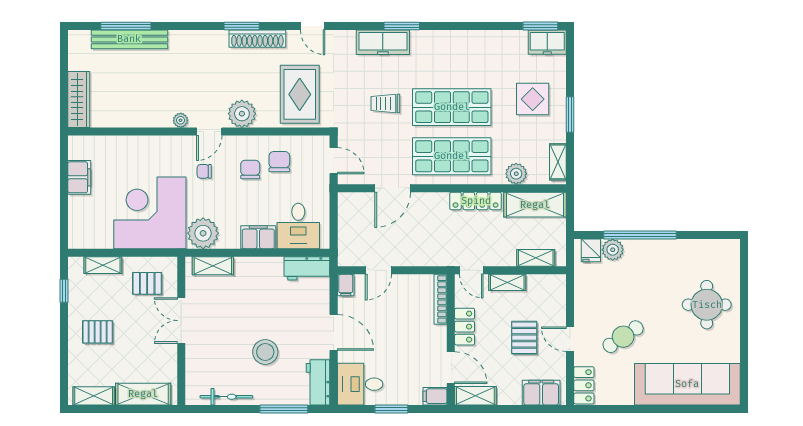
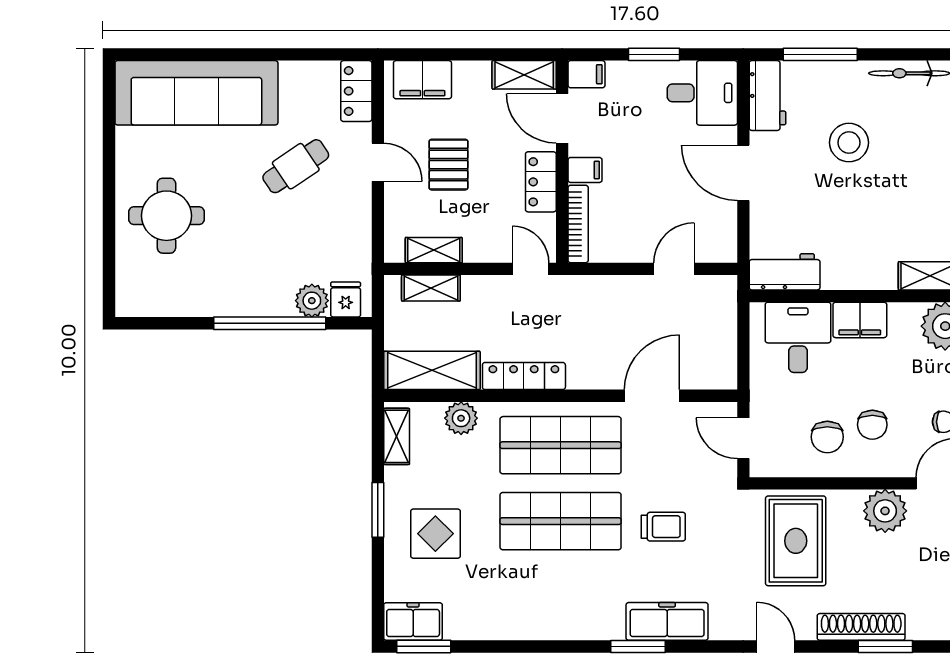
shelving: (507, 282) -> (434, 250), moved
filing cabinet: (346, 285) -> (585, 170), moved, turned 90

